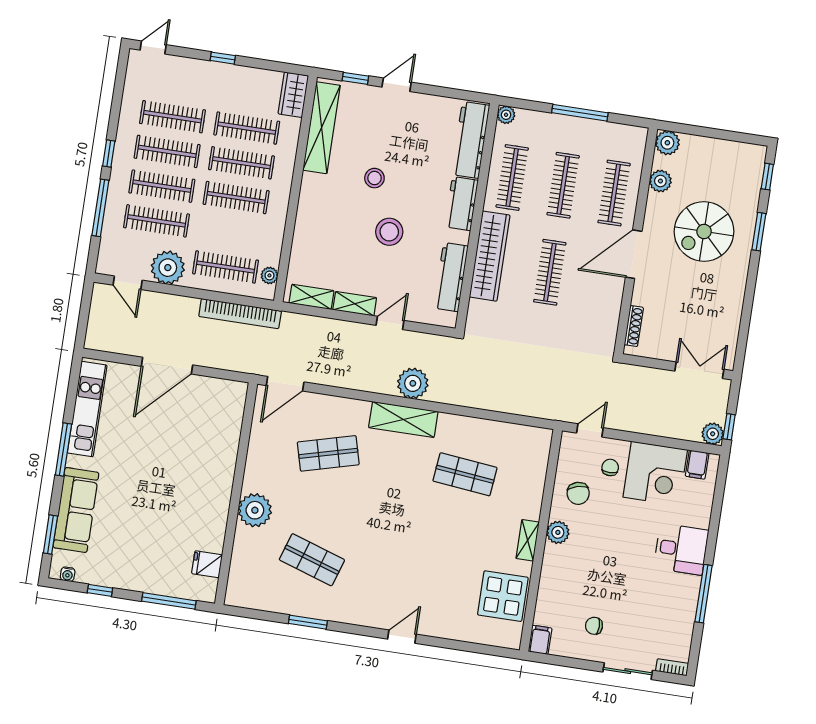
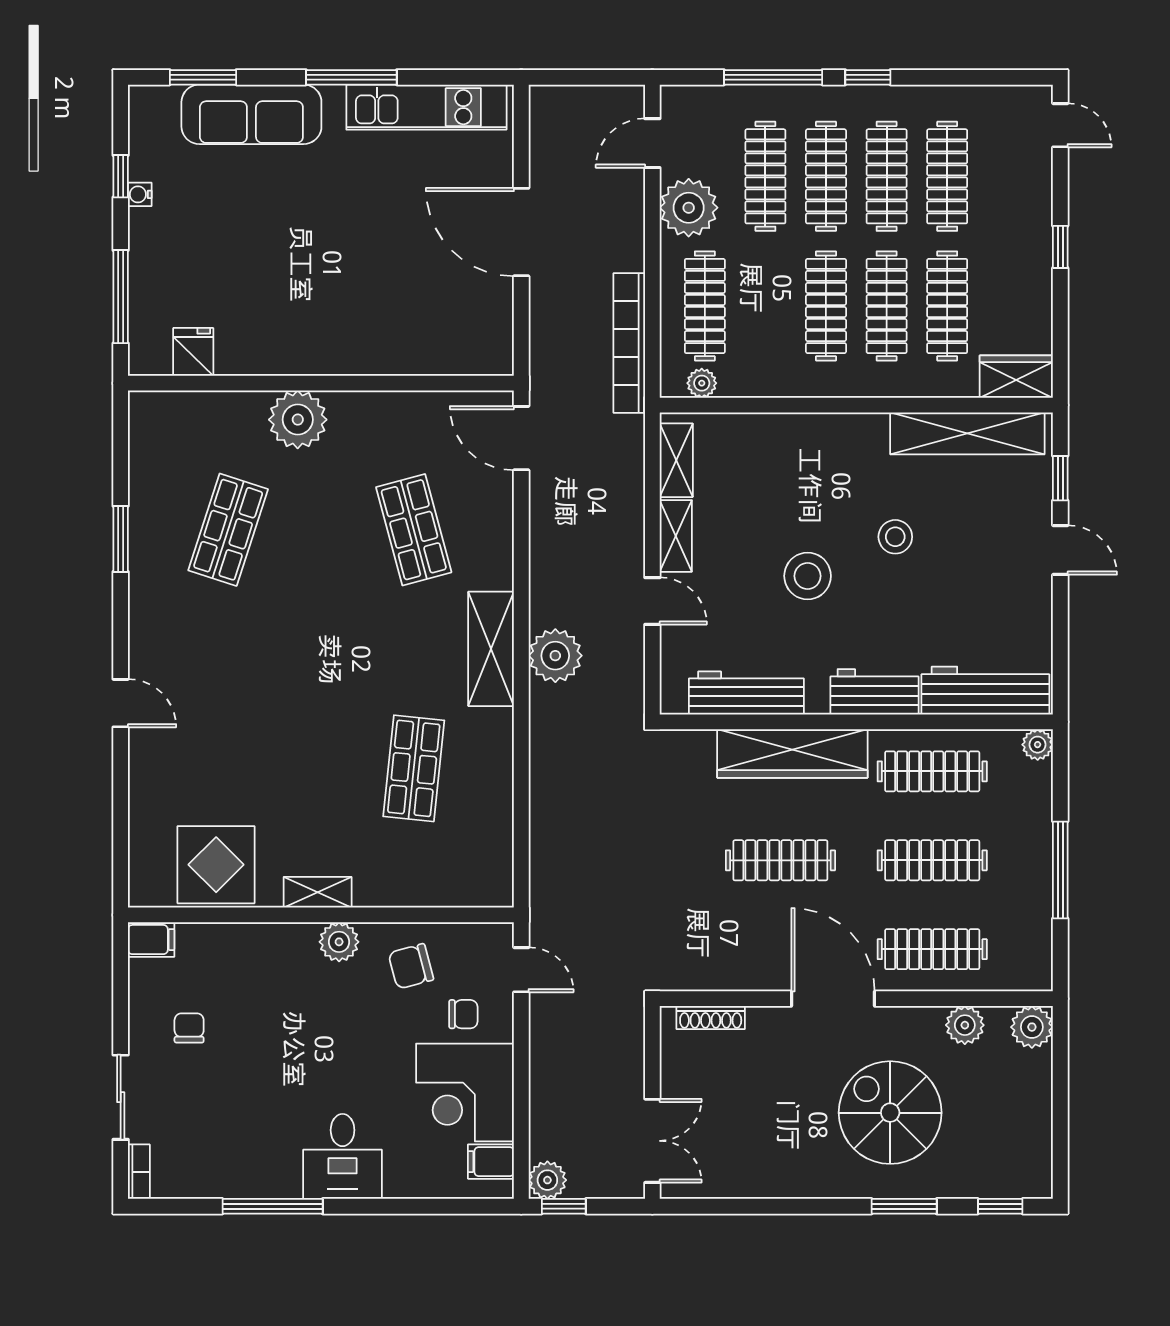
water cooler: (68, 574) -> (140, 194), moved

